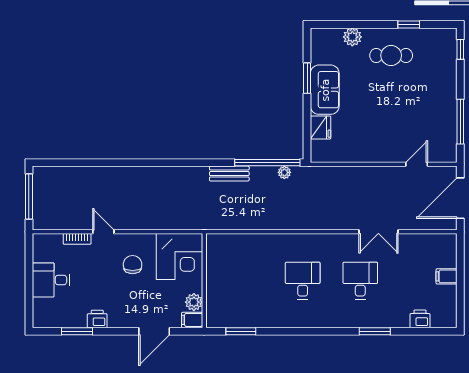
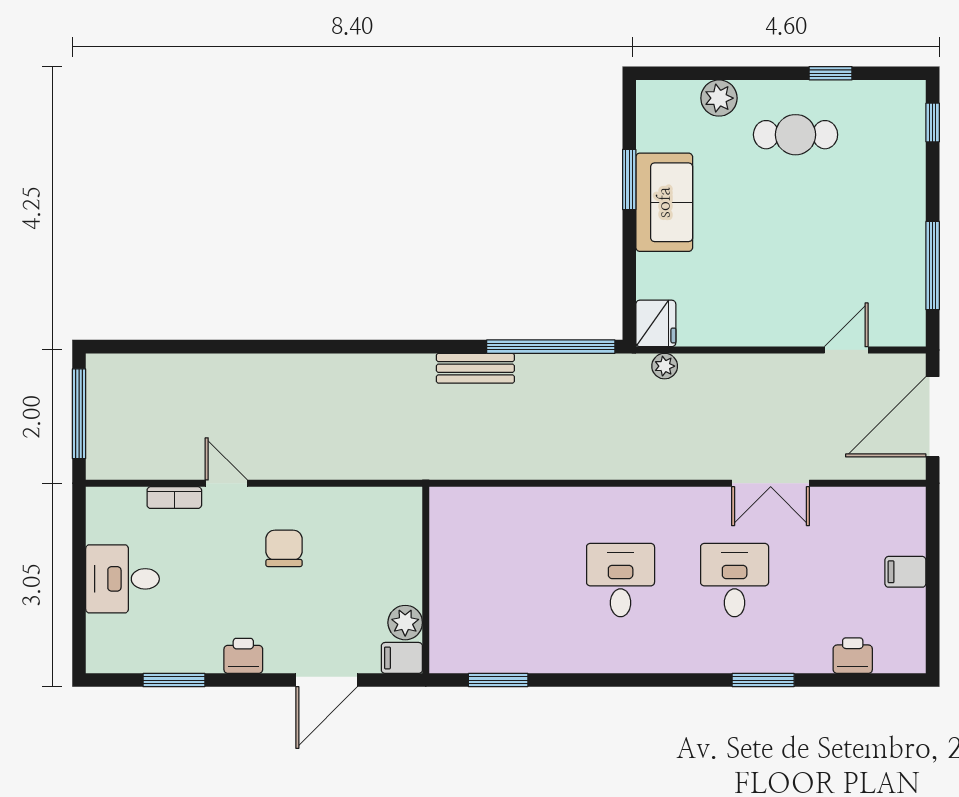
fridge: (320, 128) -> (656, 323), moved
plant: (284, 172) -> (665, 366), moved
corner desk: (179, 257) -> (377, 532), removed
printer: (97, 319) -> (243, 656), moved

